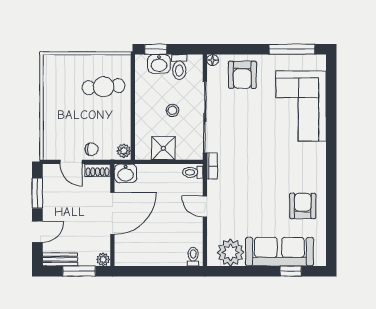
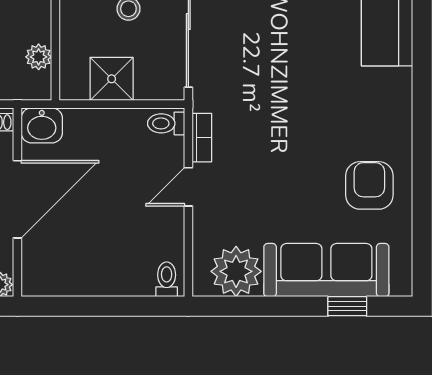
plant: (124, 151) -> (39, 57), moved
bookcase: (212, 166) -> (202, 138), moved
door: (205, 207) -> (188, 187), hinge flipped

